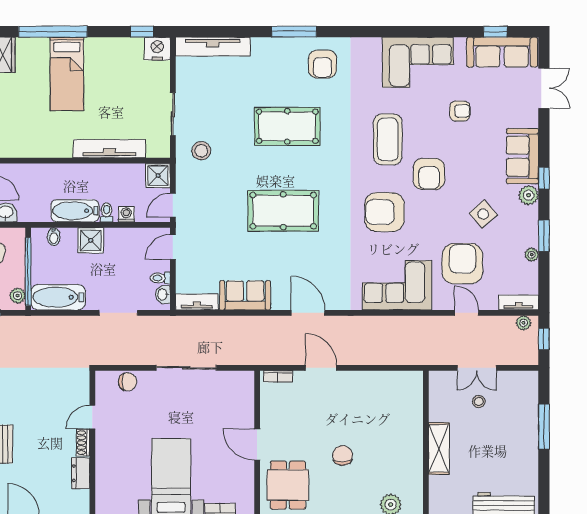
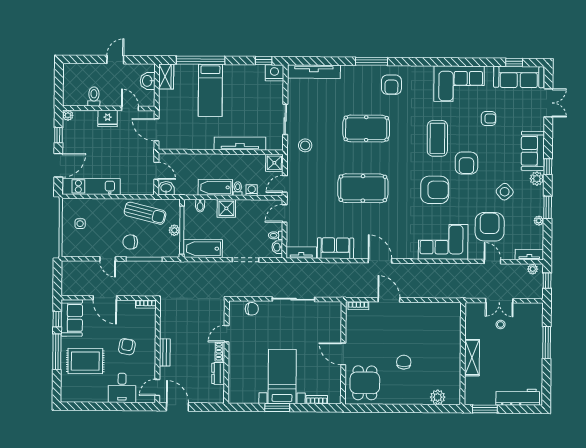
armchair: (385, 212) -> (435, 190), turned 180
plant: (18, 296) -> (174, 230), moved

